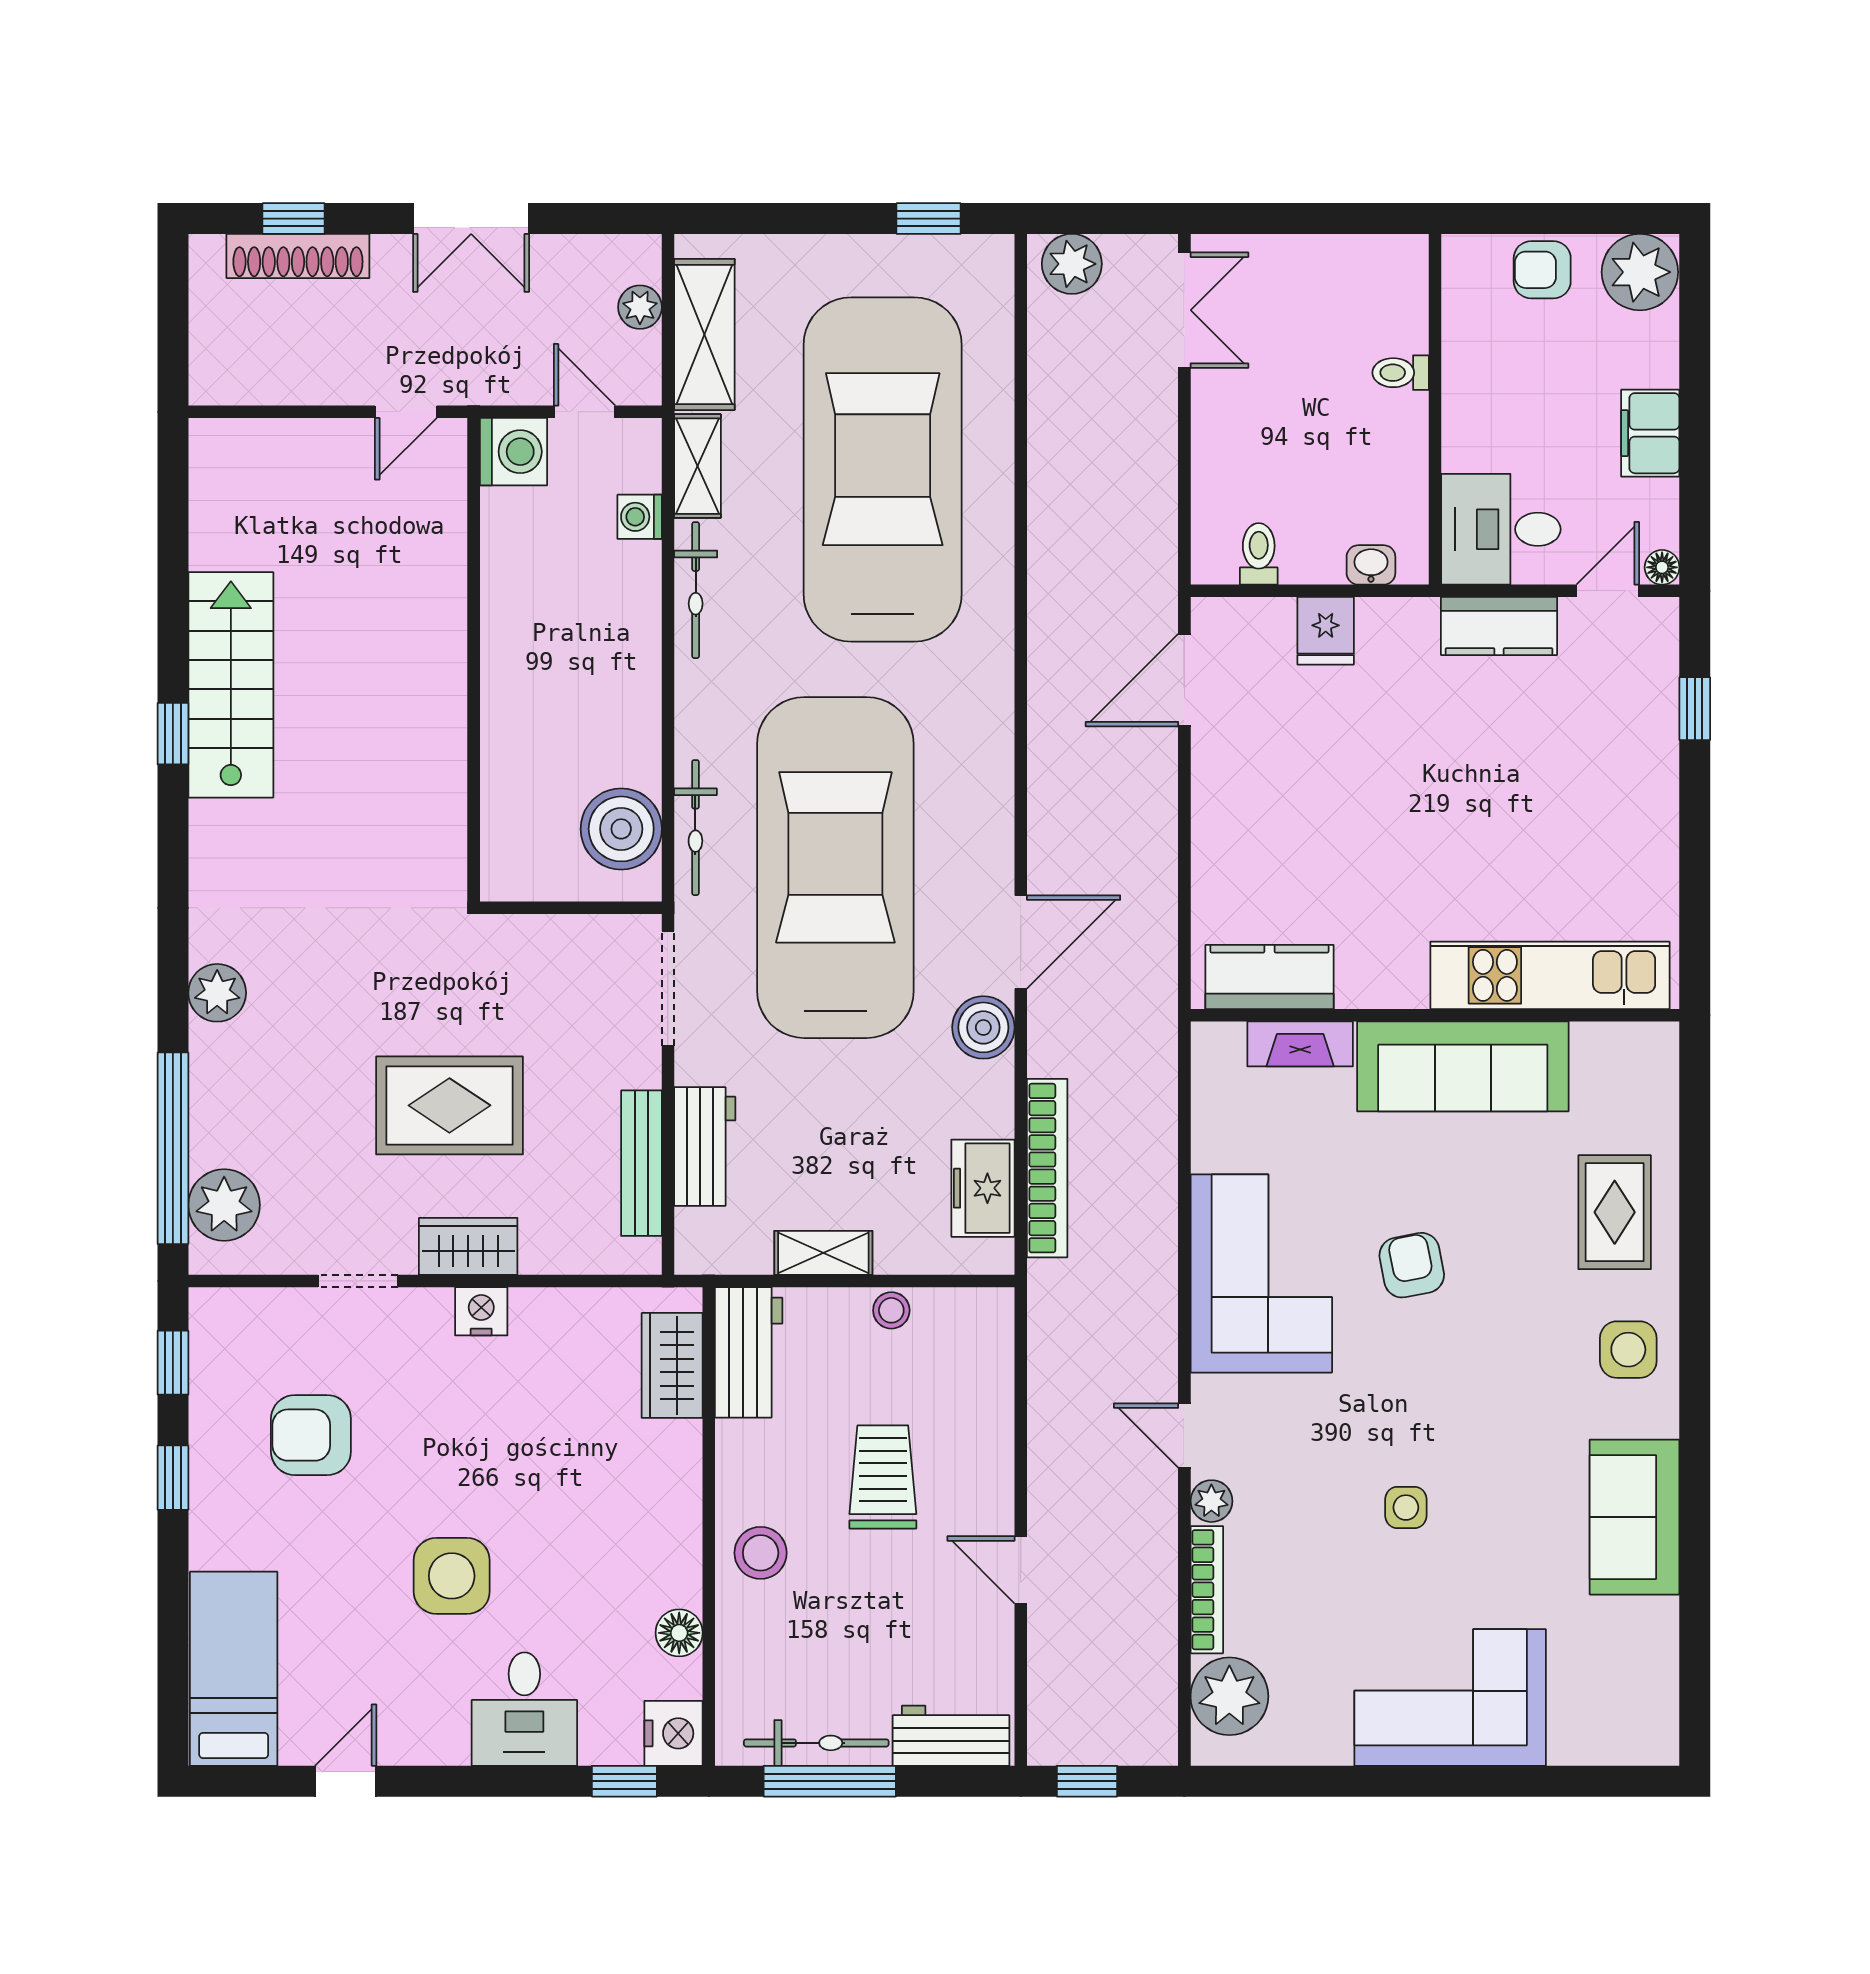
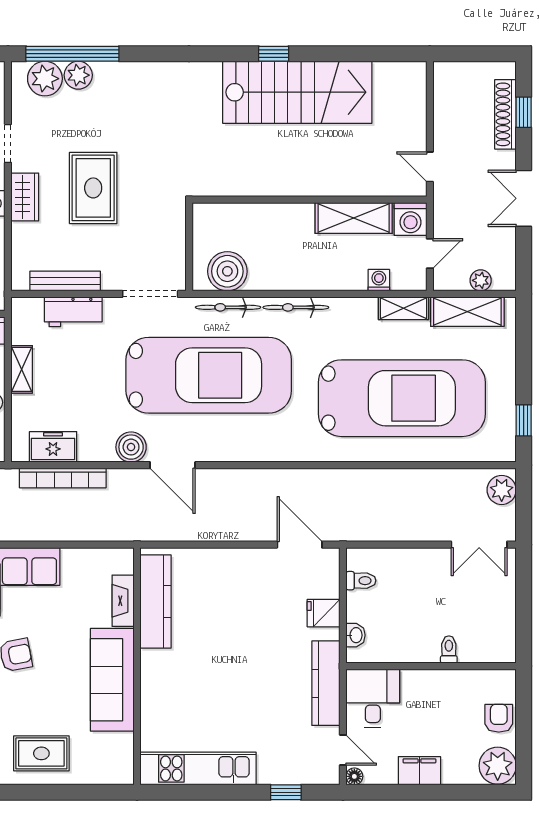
shelving: (512, 569) -> (354, 218), added
bicycle: (696, 590) -> (296, 307), moved
kitchen counter: (1499, 626) -> (326, 683), width x1.50
stairs: (231, 685) -> (297, 92), width x1.36, depth x1.51
kitchen unit: (1550, 975) -> (198, 768), moved, turned -90
kitchen counter: (1269, 977) -> (156, 601), width x1.50
plant: (217, 993) -> (78, 75), moved

